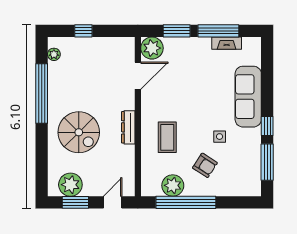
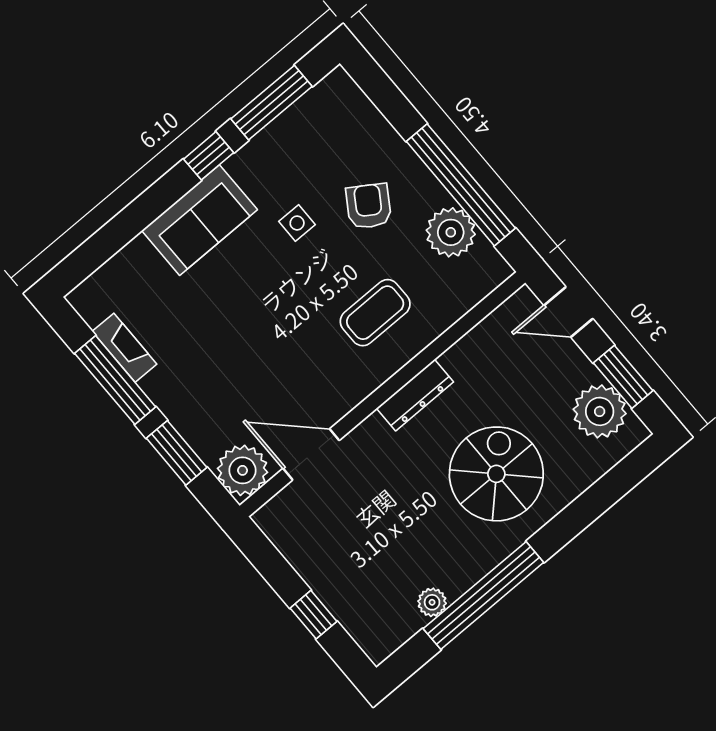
plant: (54, 54) -> (432, 602), moved
sofa: (248, 97) -> (200, 220), width x0.73

